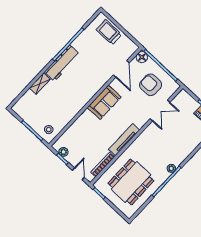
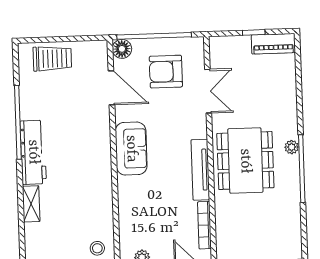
trolley: (109, 32) -> (52, 59), turned 180
dining table: (131, 182) -> (245, 161), moved

